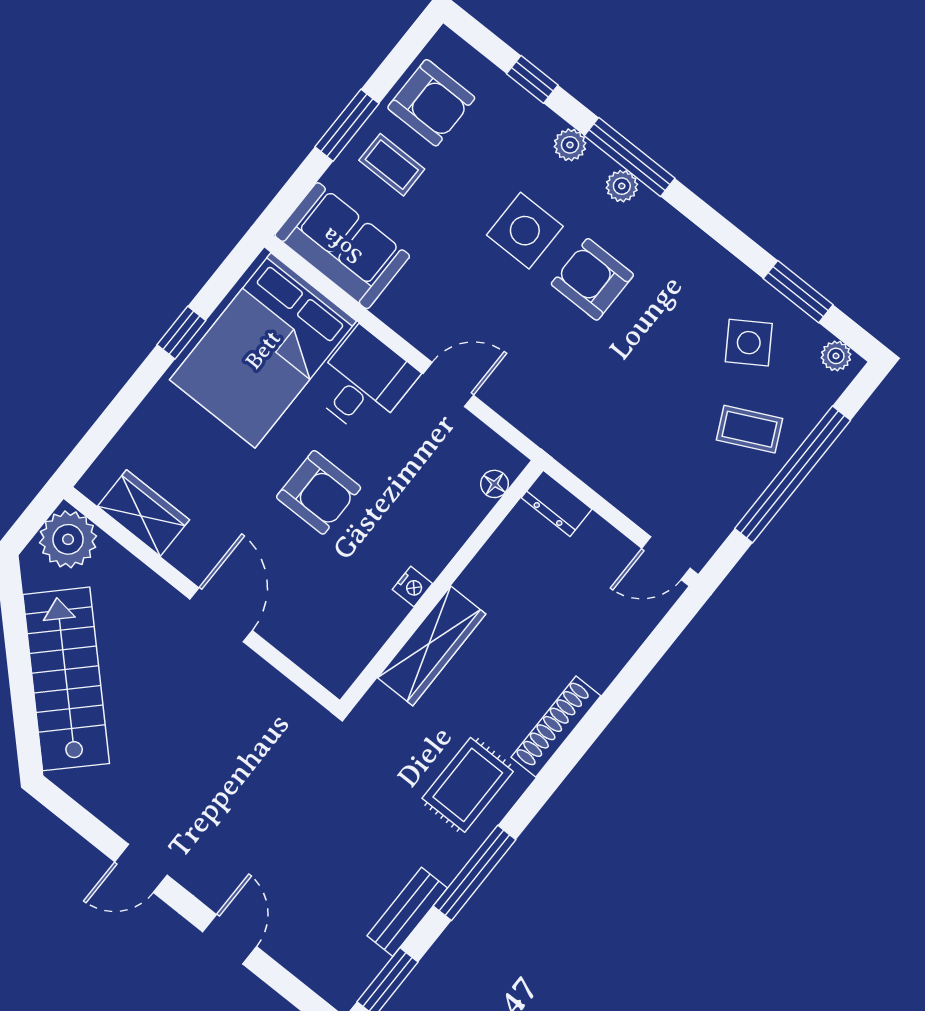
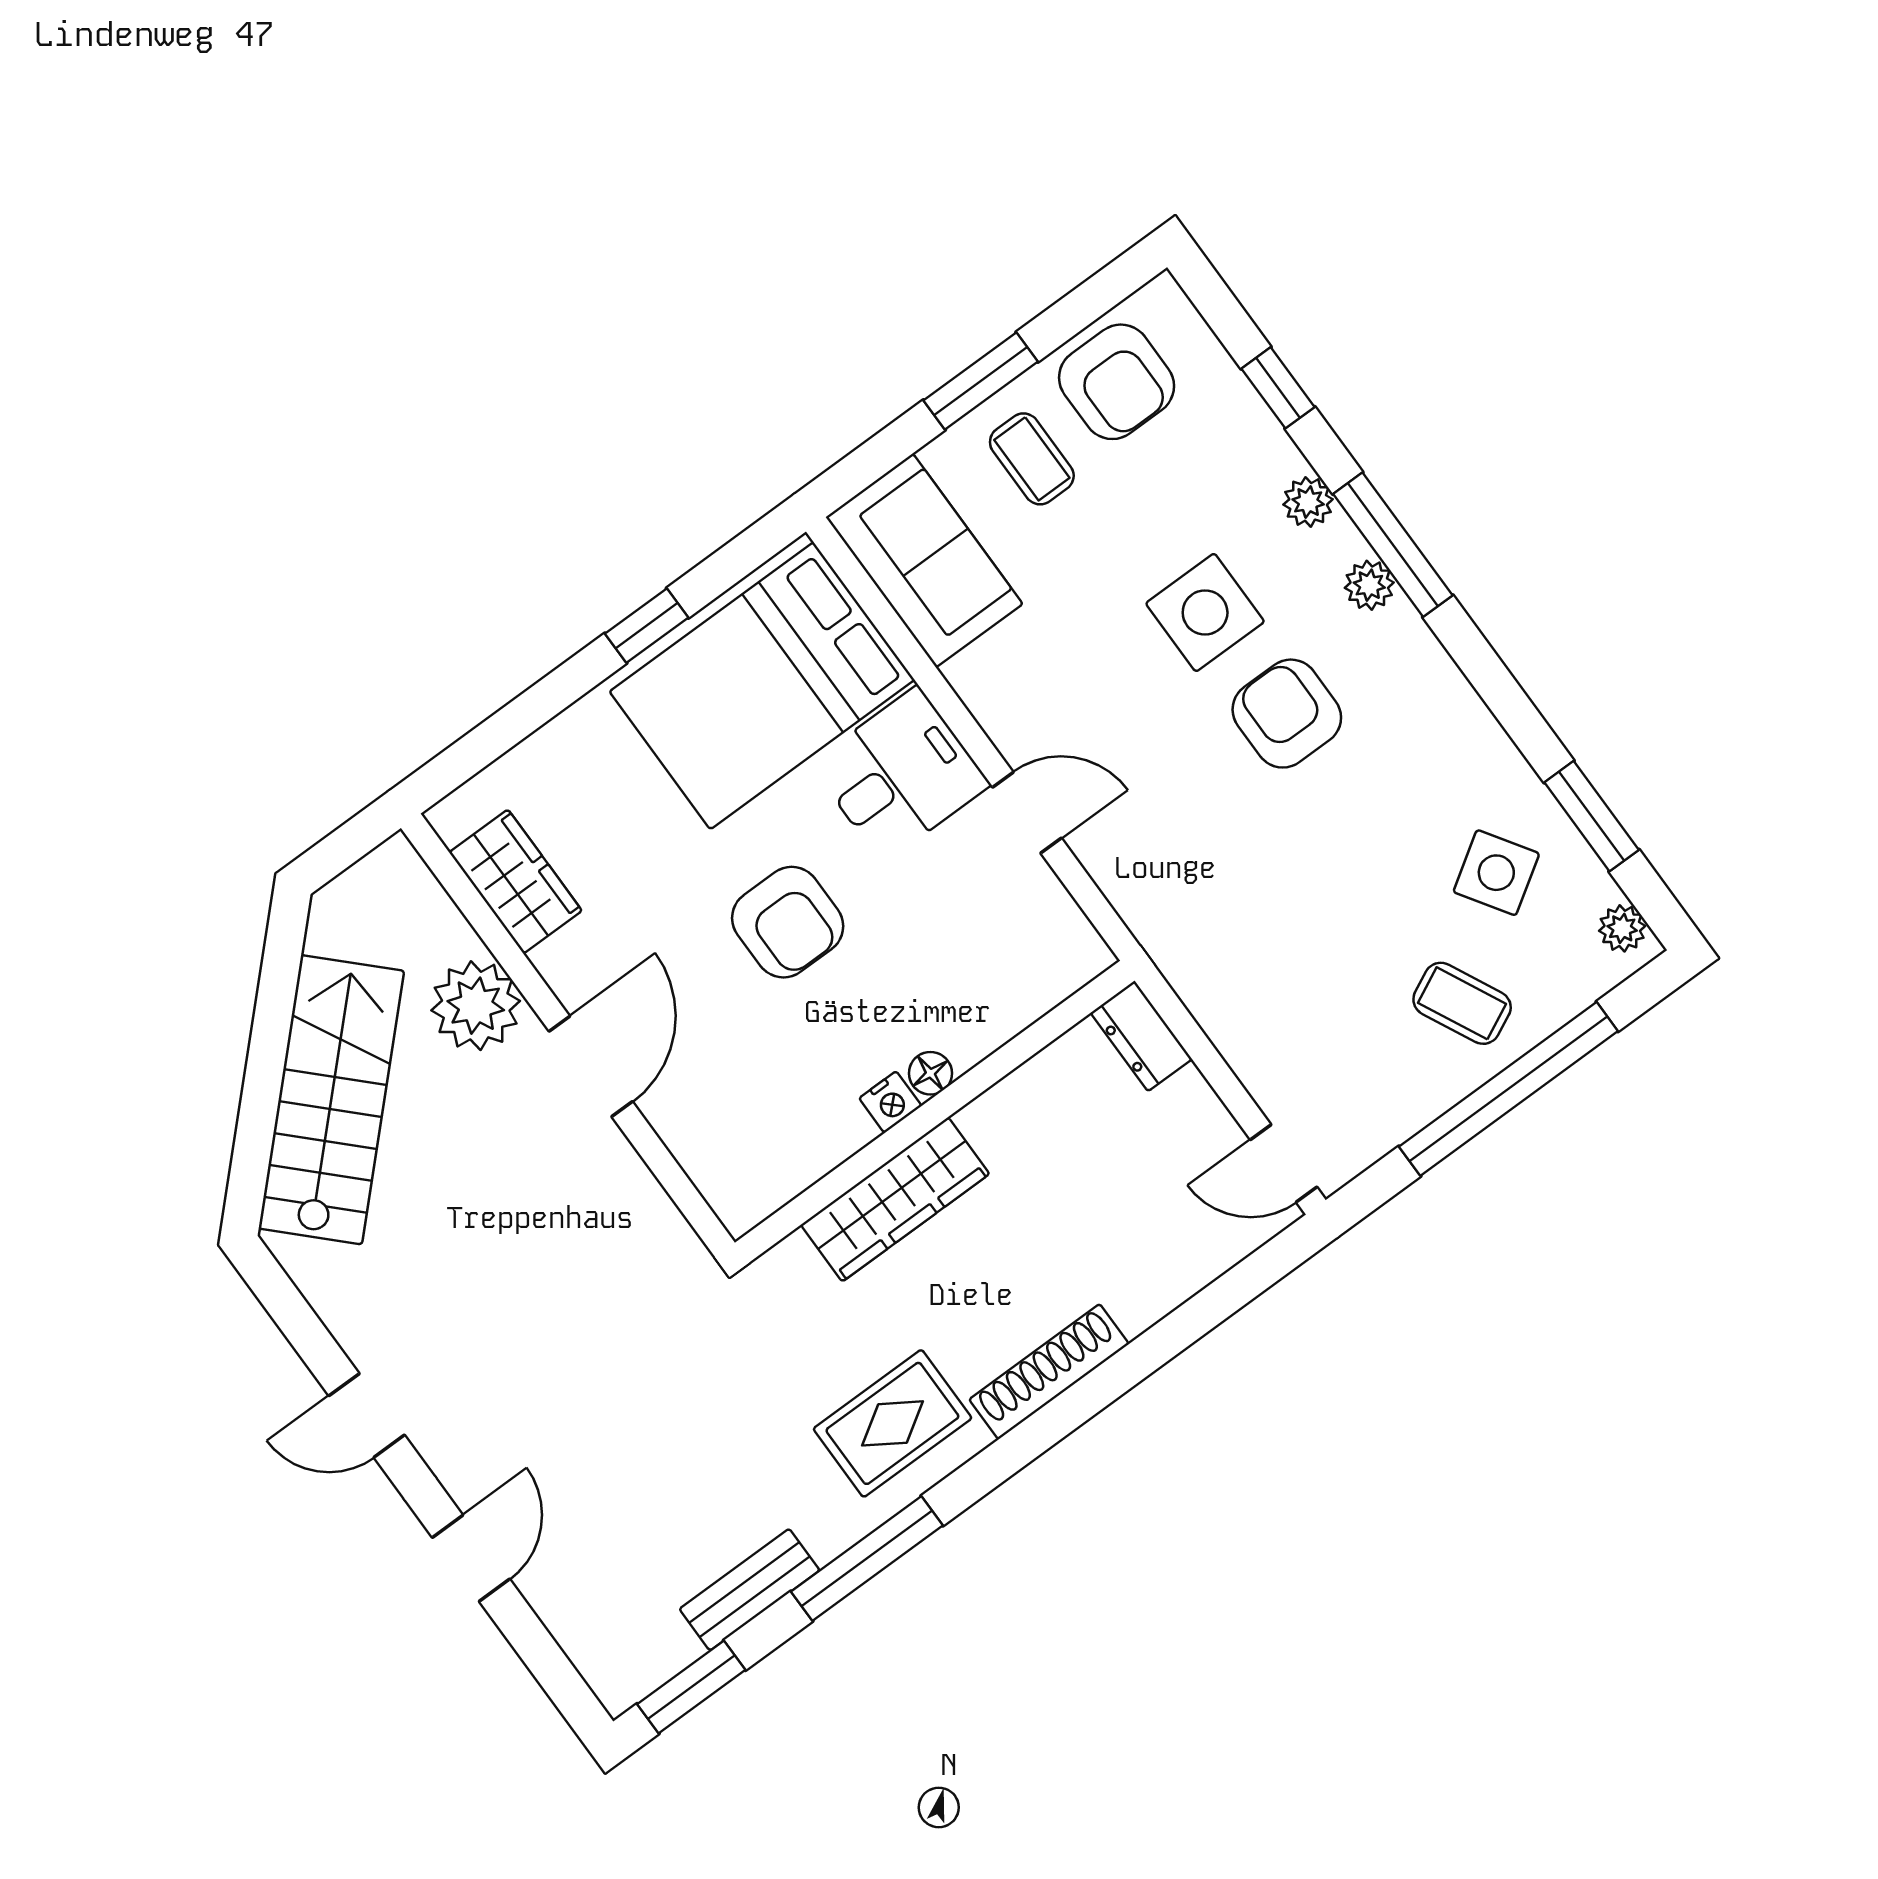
floor lamp: (495, 484) -> (930, 1073), moved
plant: (68, 539) -> (476, 1006), moved

